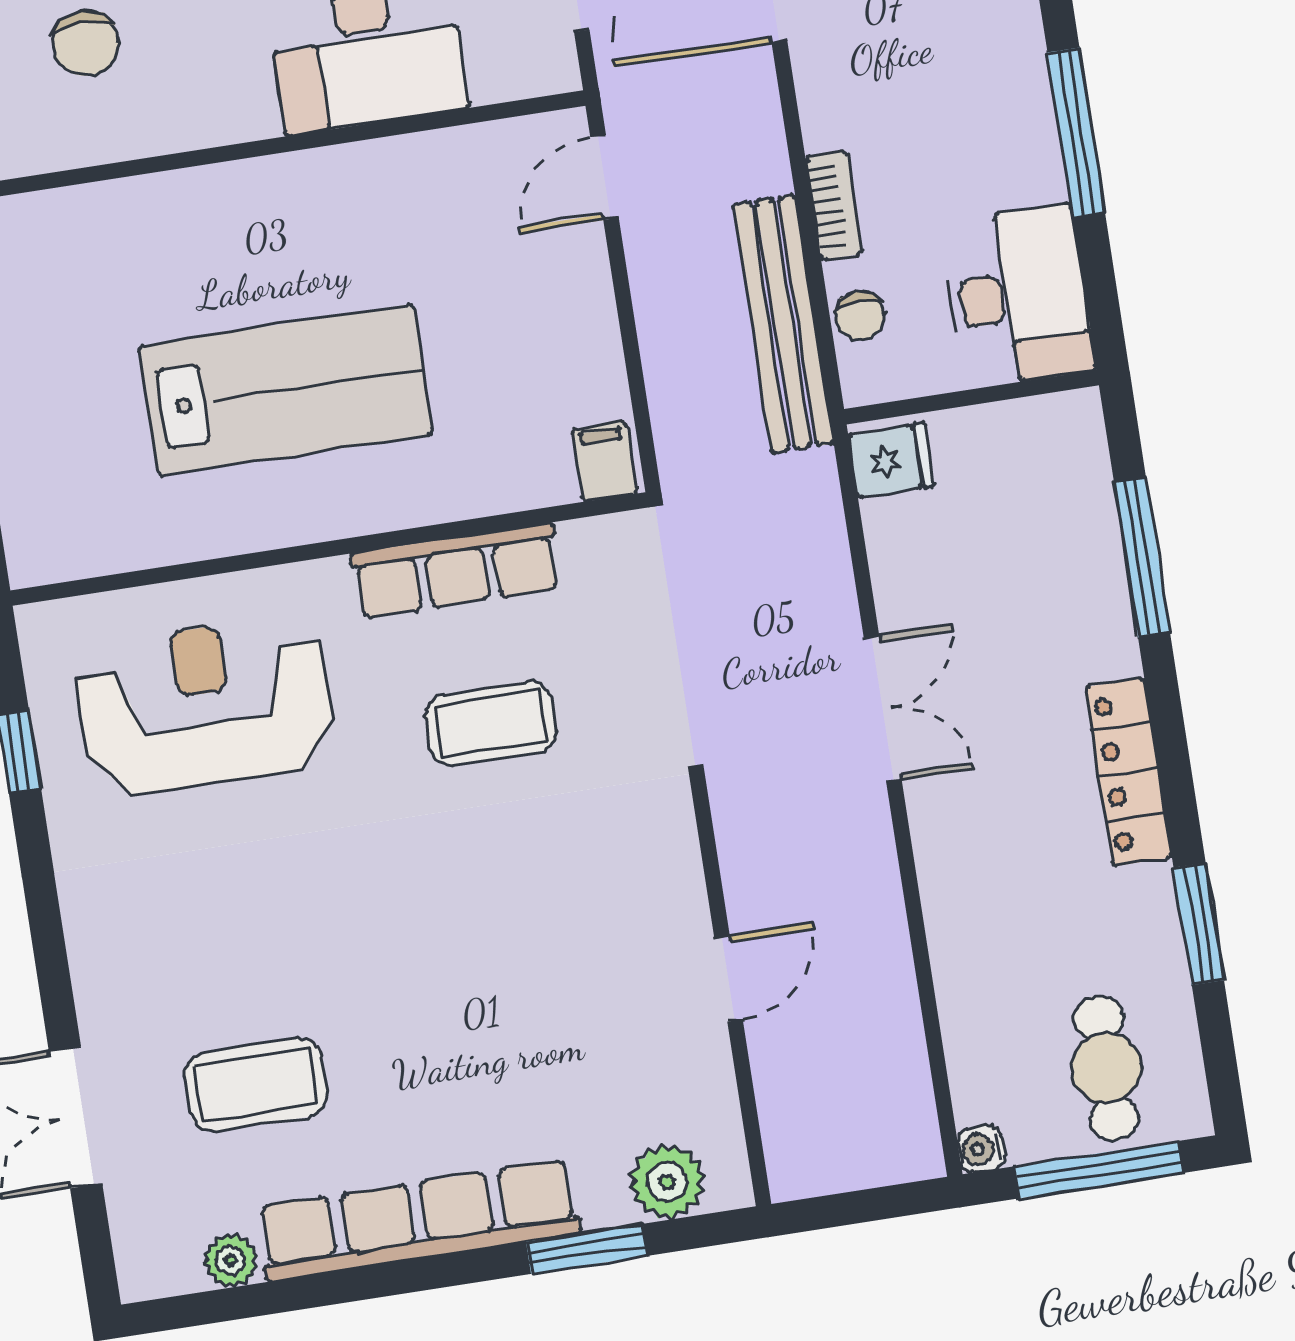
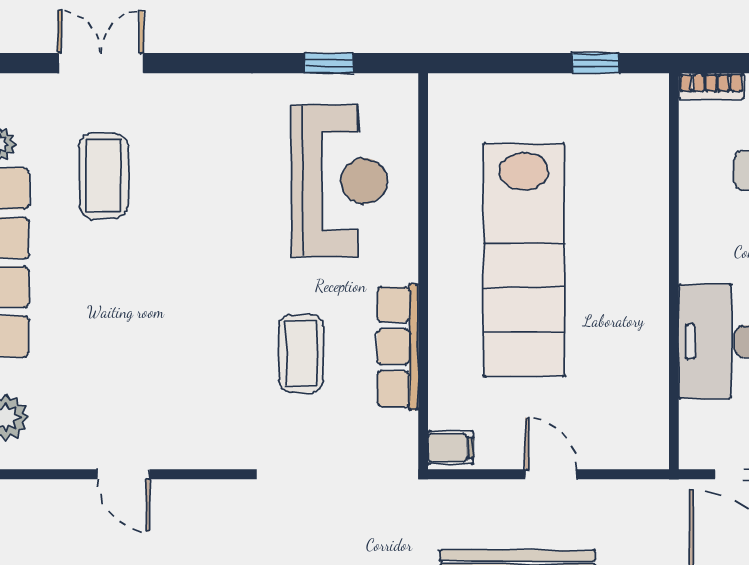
door: (605, 177) -> (551, 474), moved
lab bench: (286, 390) -> (524, 260), width x1.36

